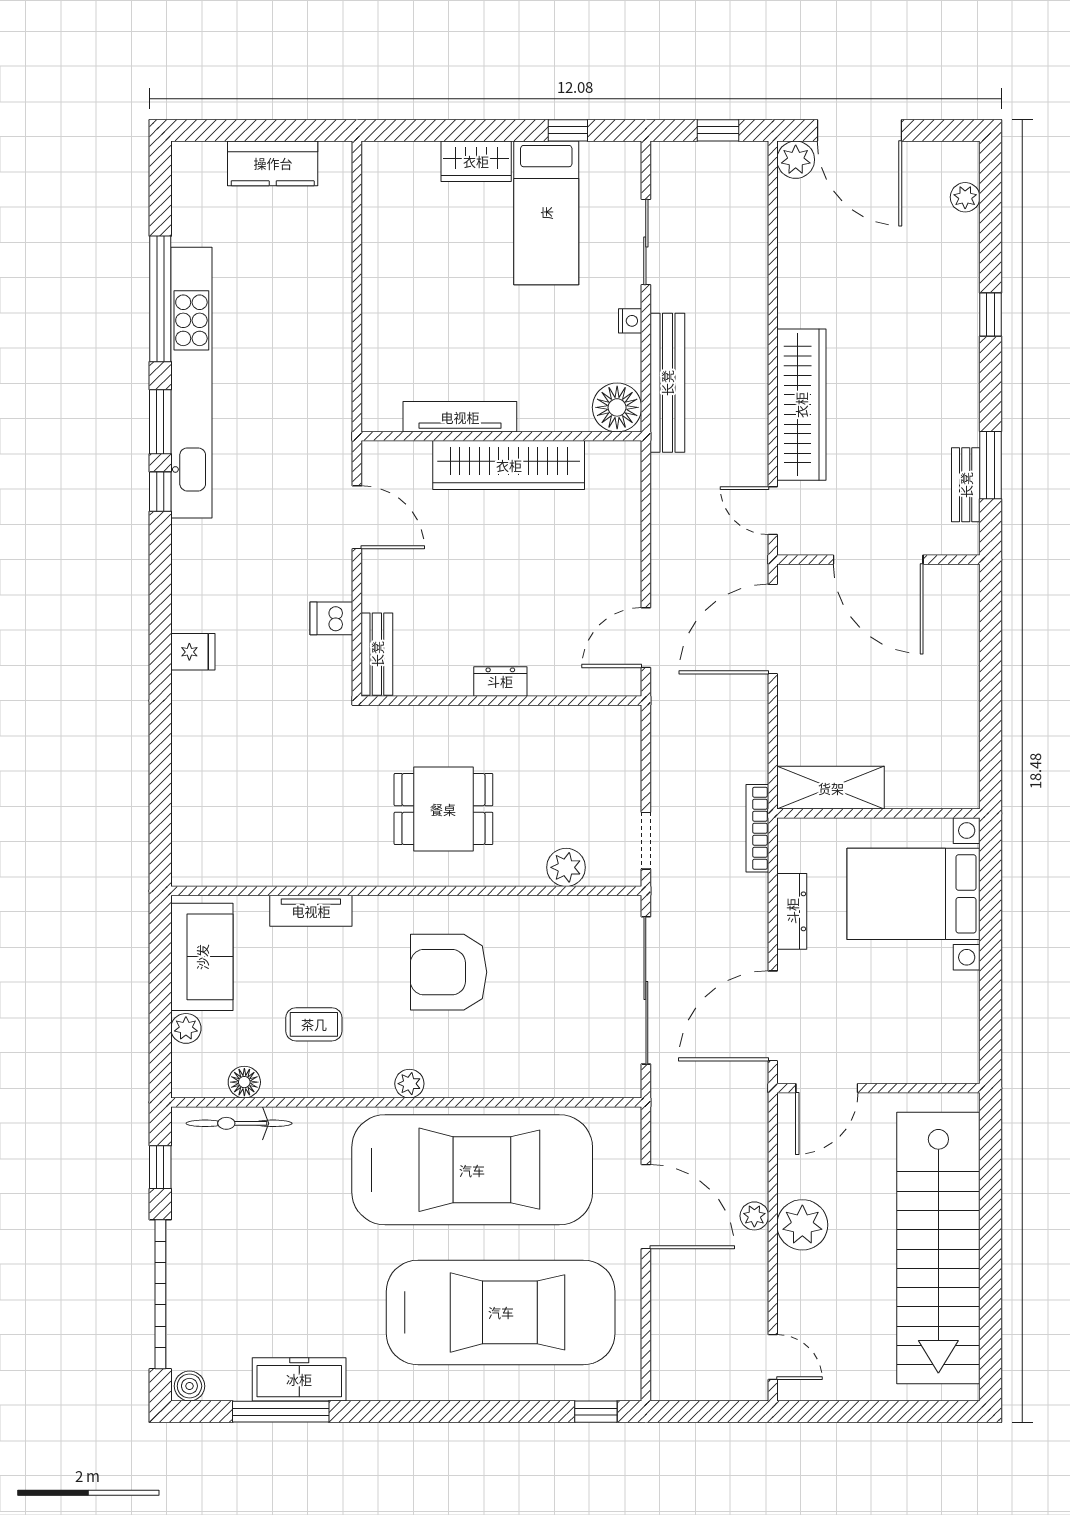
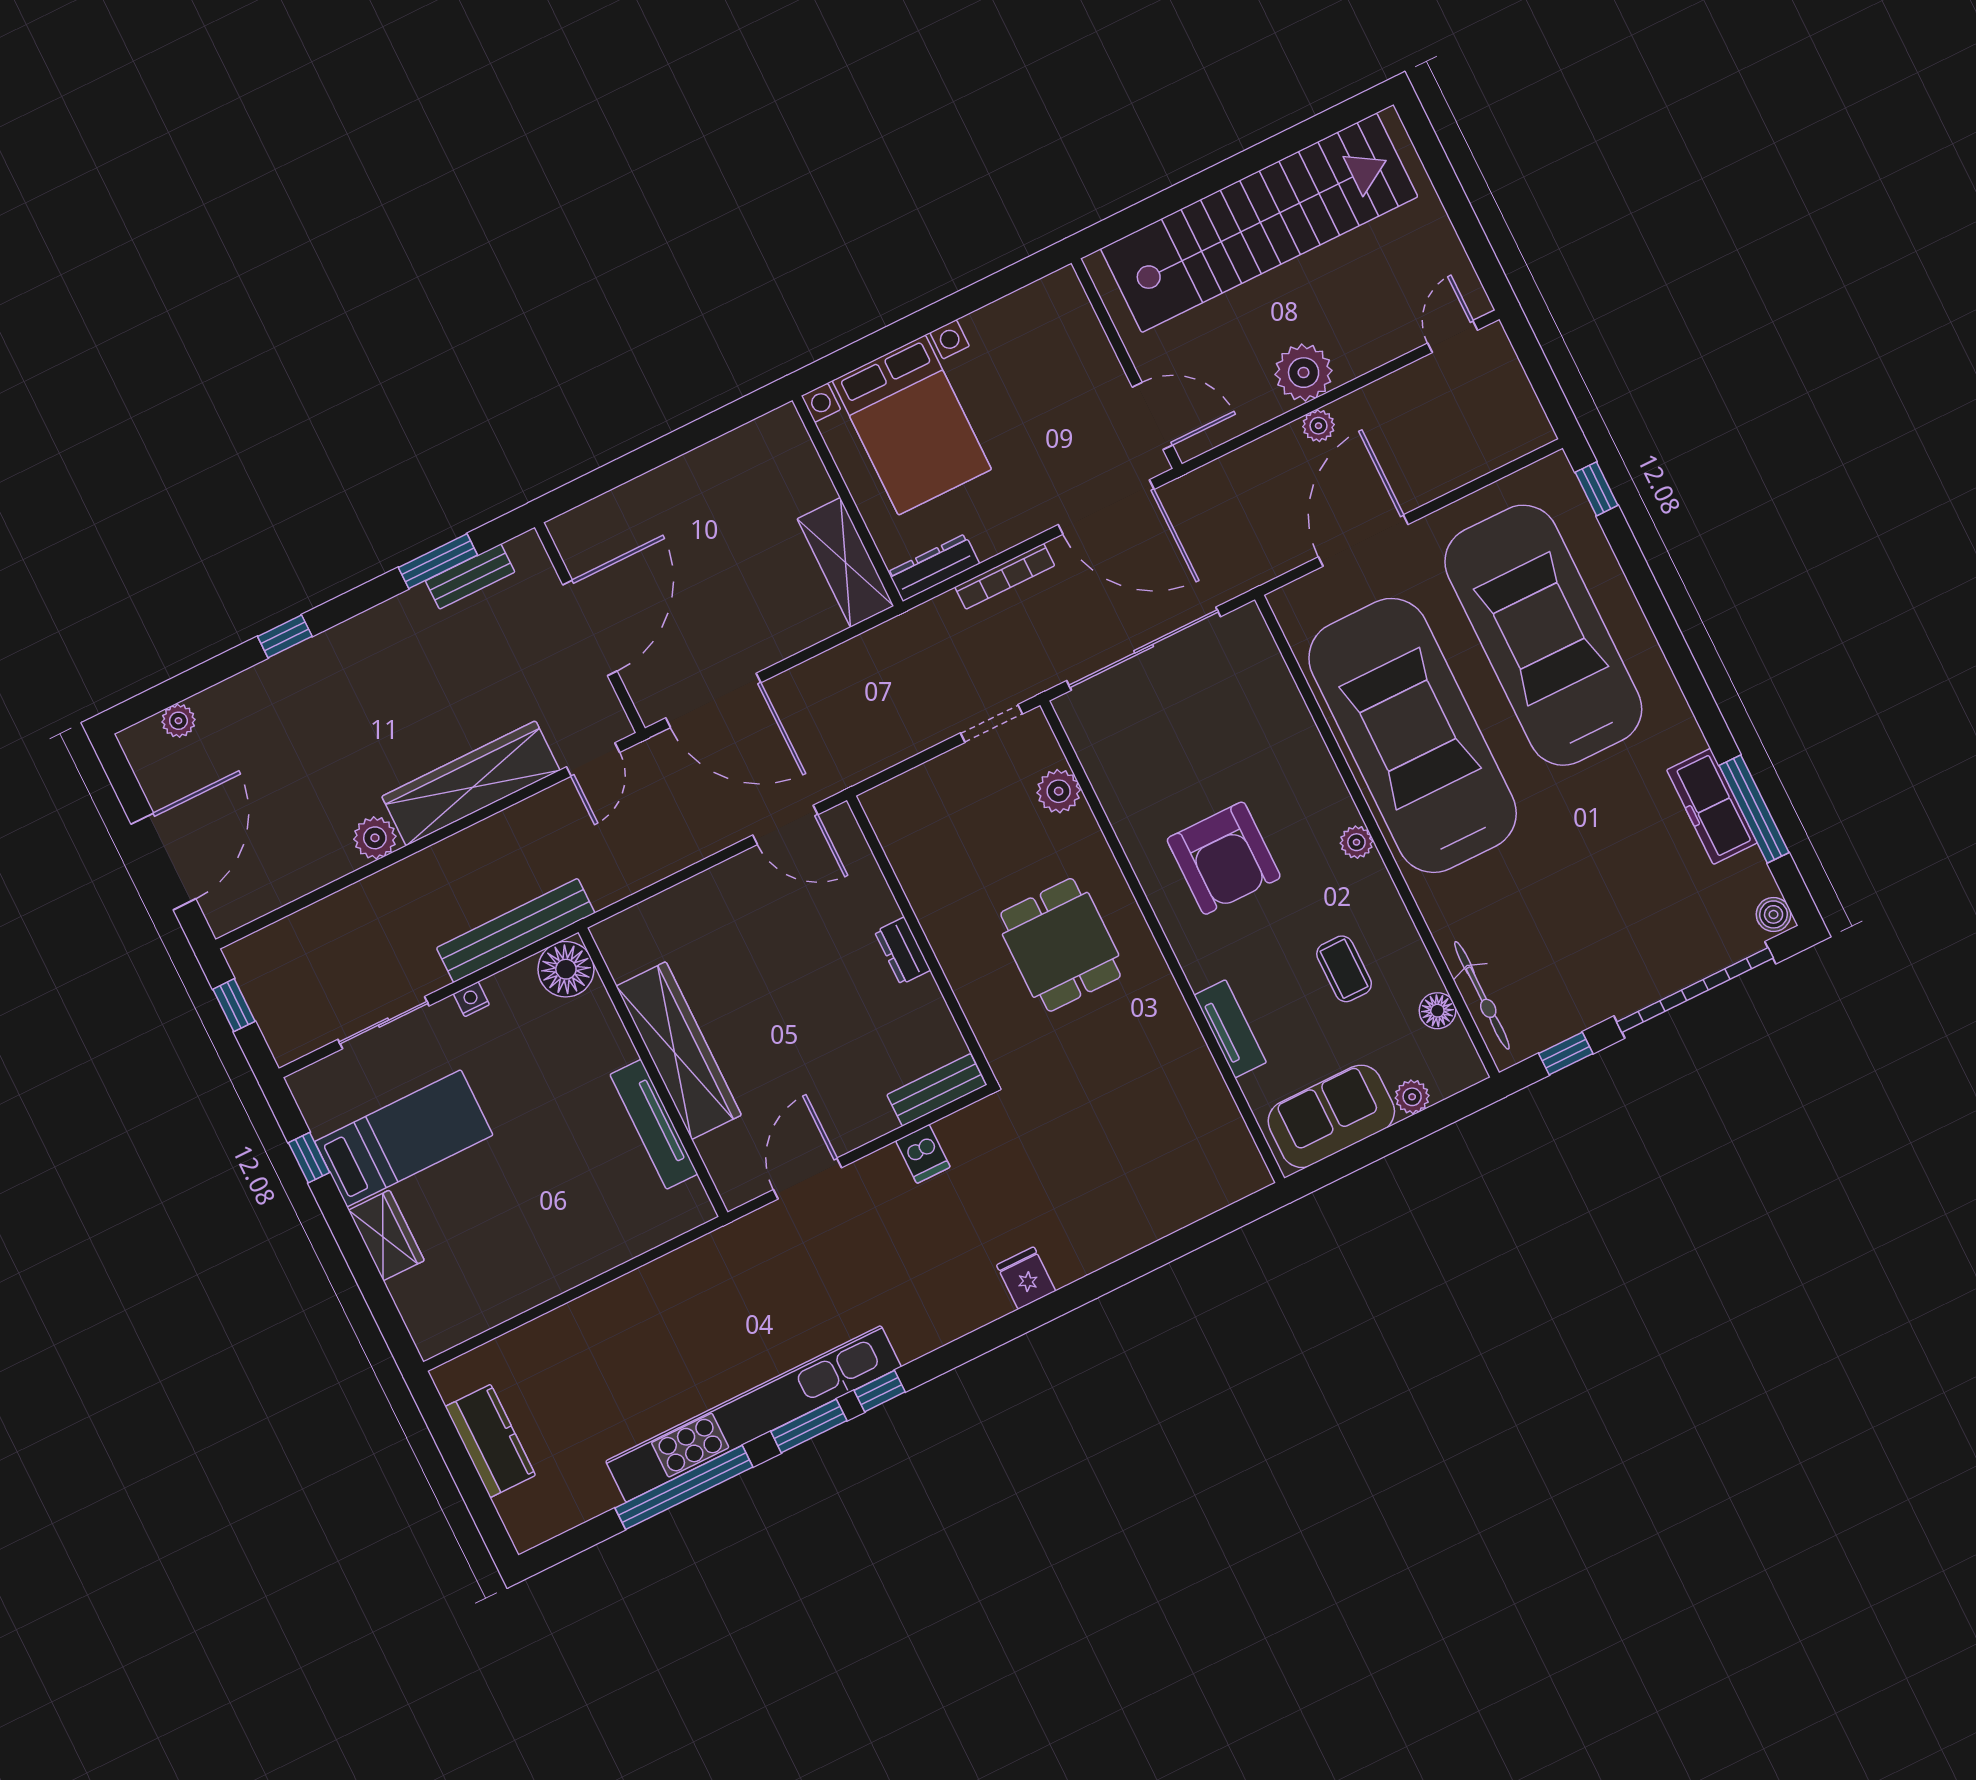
plant: (796, 160) -> (375, 838), moved
bookcase: (757, 828) -> (1005, 576), moved
dresser: (792, 911) -> (934, 568), moved

